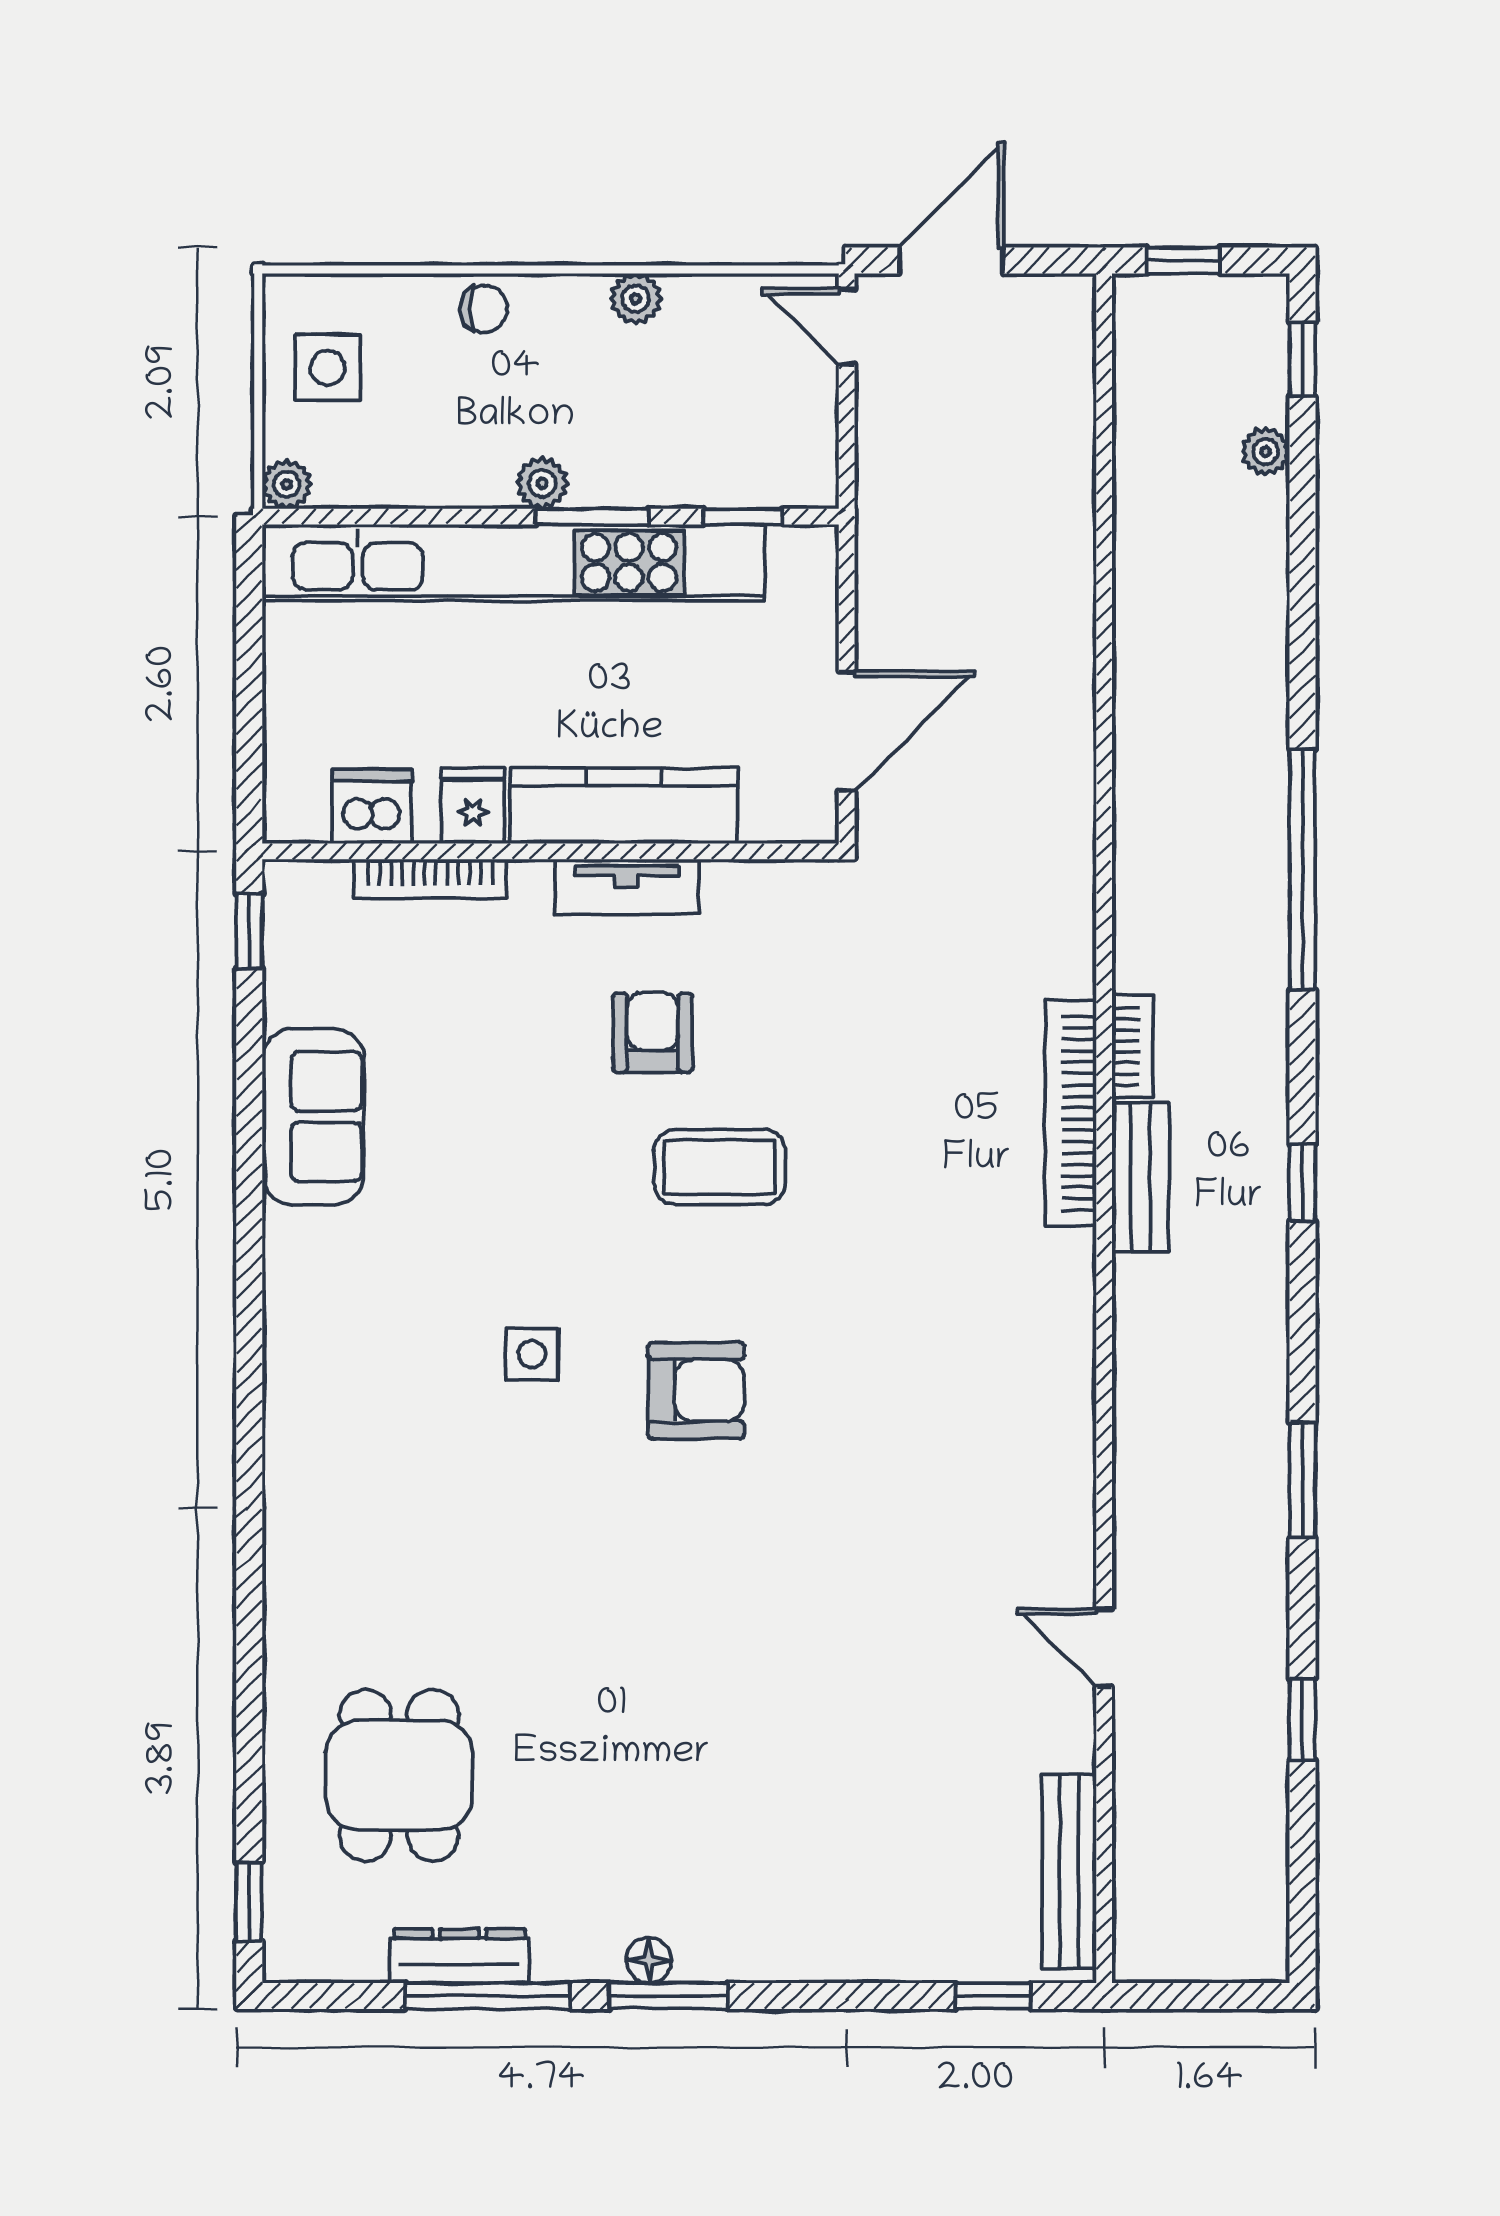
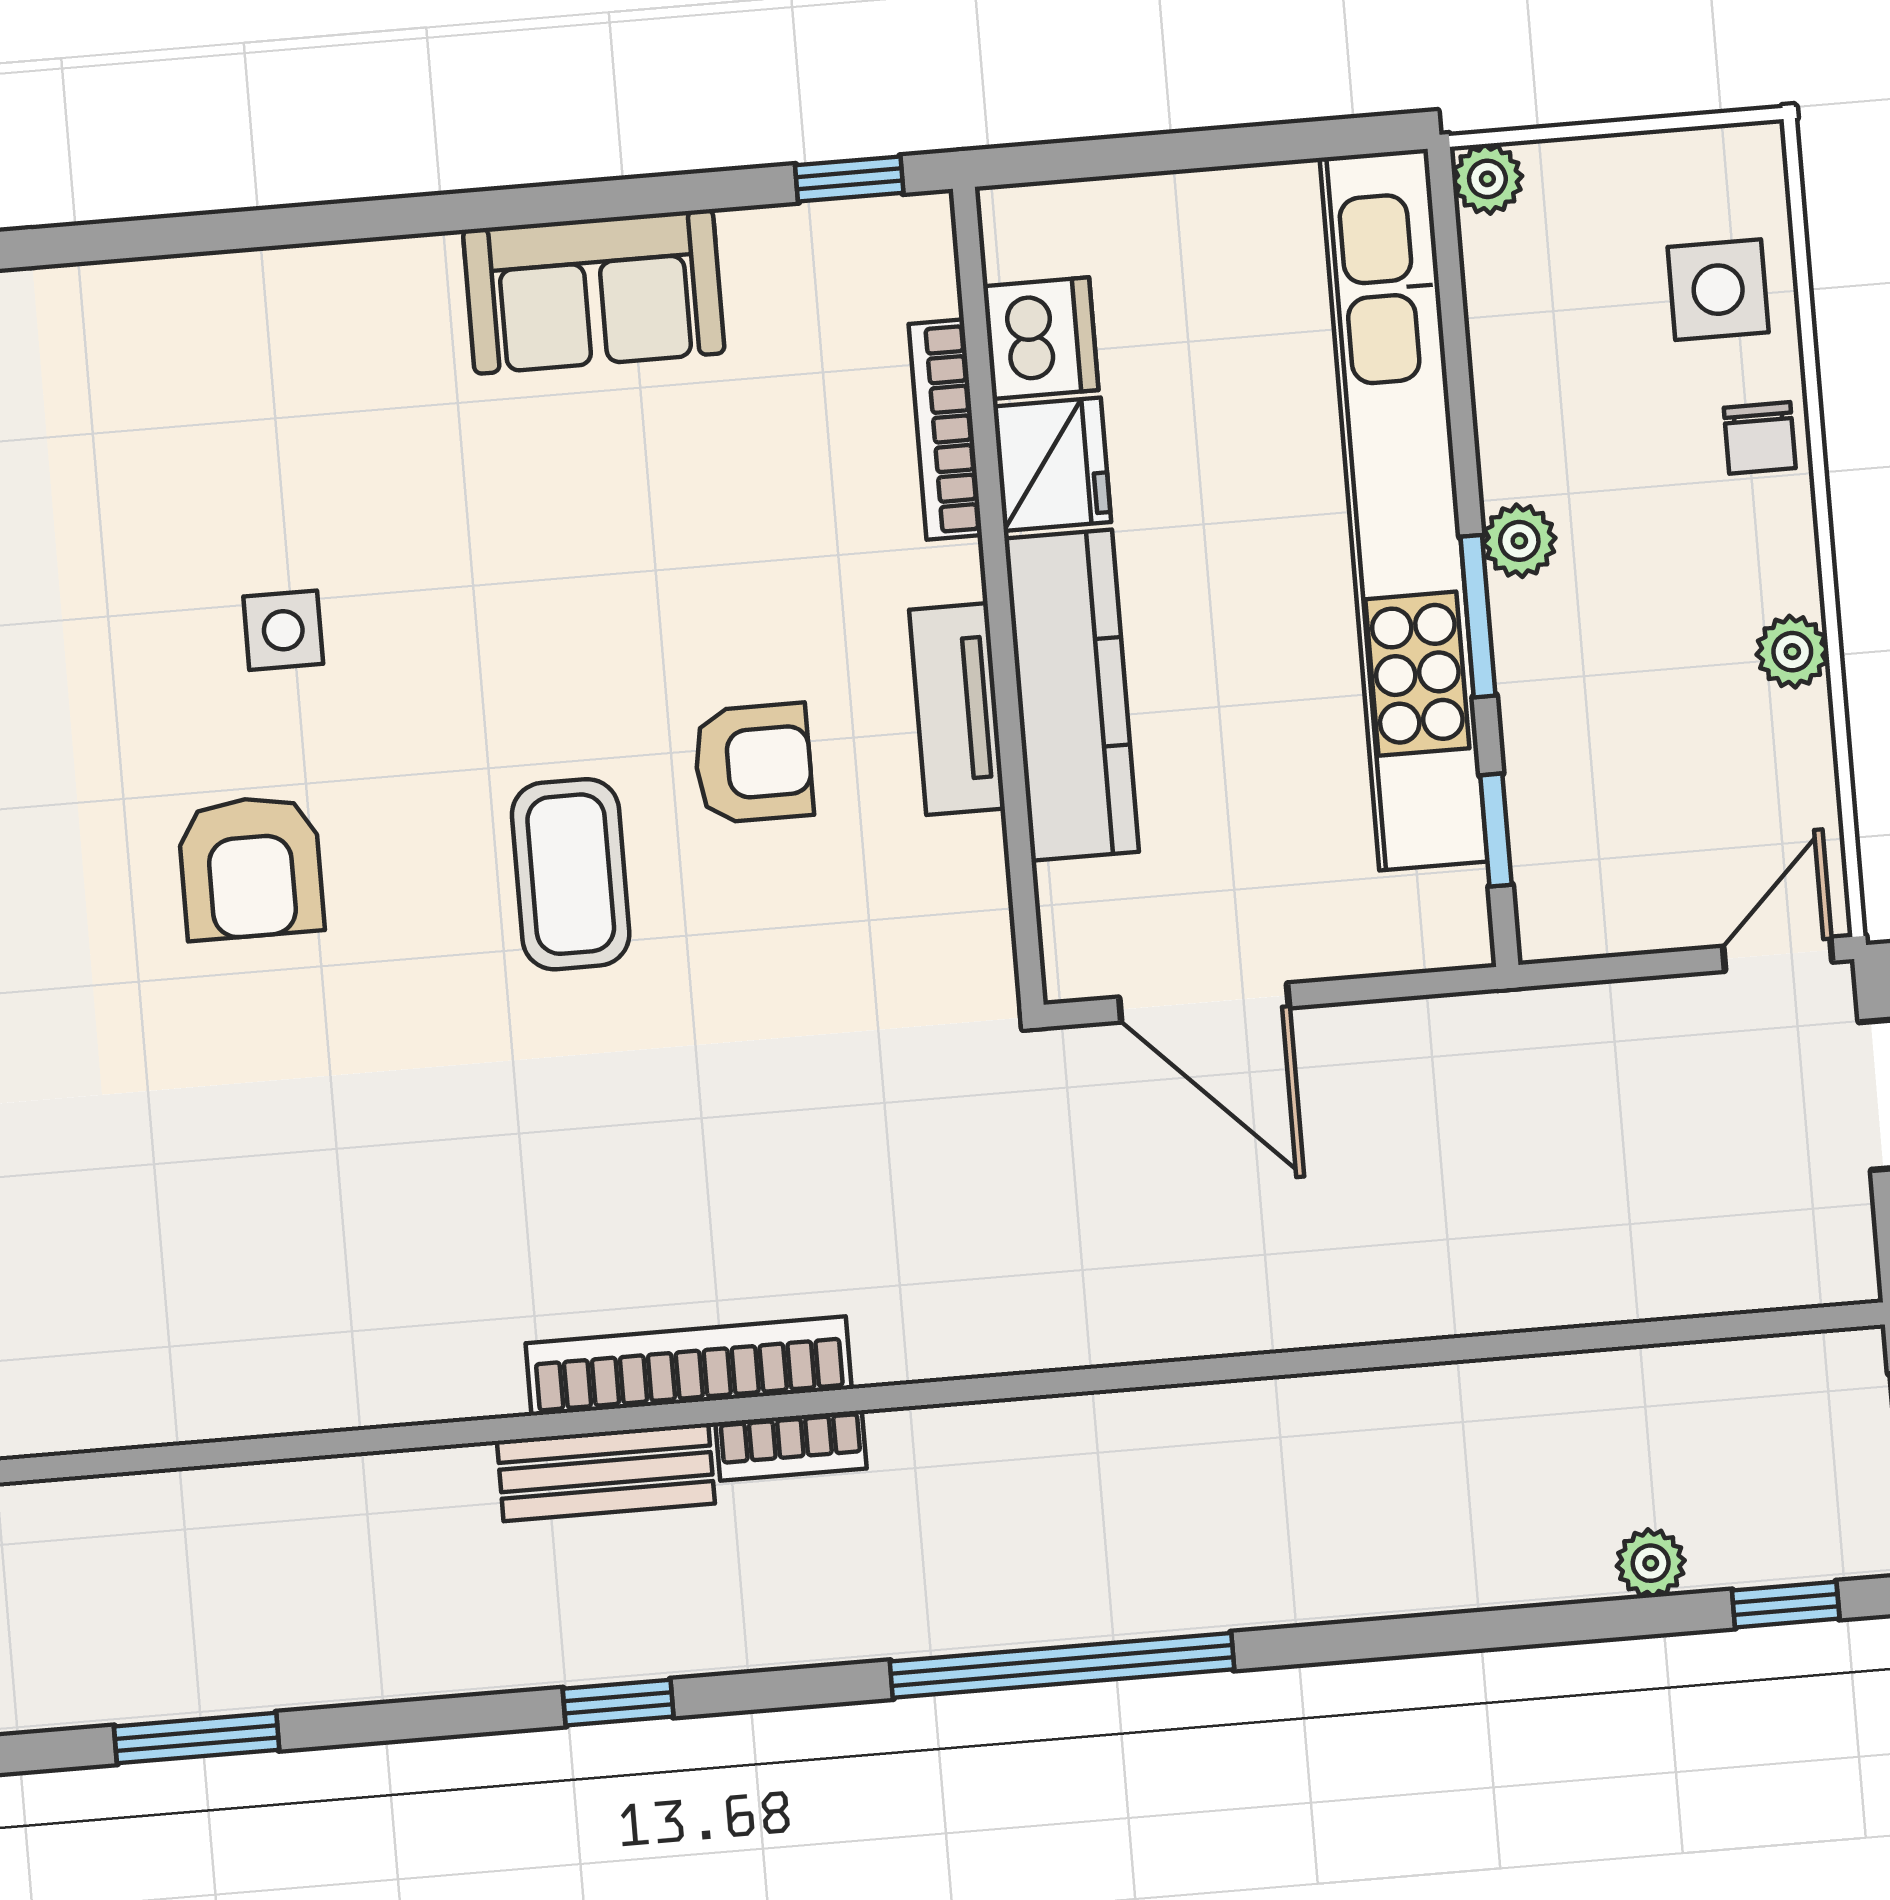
side table: (328, 368) -> (1718, 290), moved
fridge: (473, 806) -> (1052, 464), width x1.38

